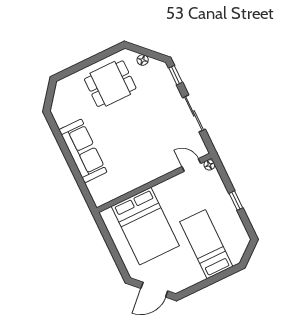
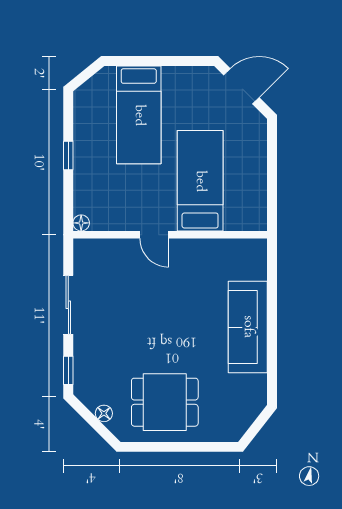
door: (191, 165) -> (154, 235), moved
bed: (145, 226) -> (200, 181), width x0.67

